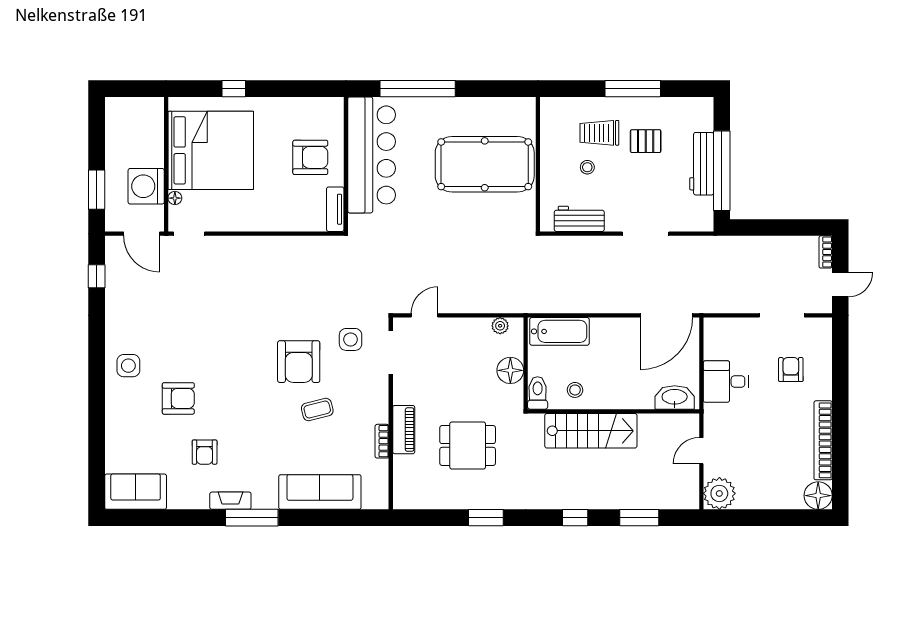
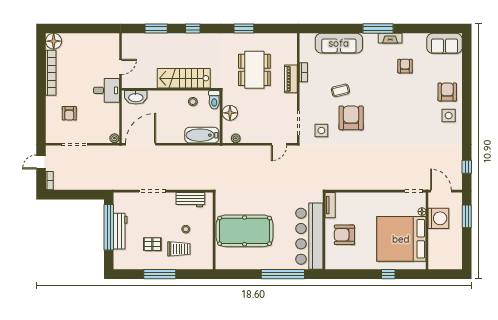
desk: (726, 382) -> (106, 90), moved
armchair: (178, 398) -> (447, 92), moved, turned 90
dining table: (468, 445) -> (254, 70), width x1.38
plant: (719, 493) -> (114, 138), moved, width x0.53, depth x0.53

